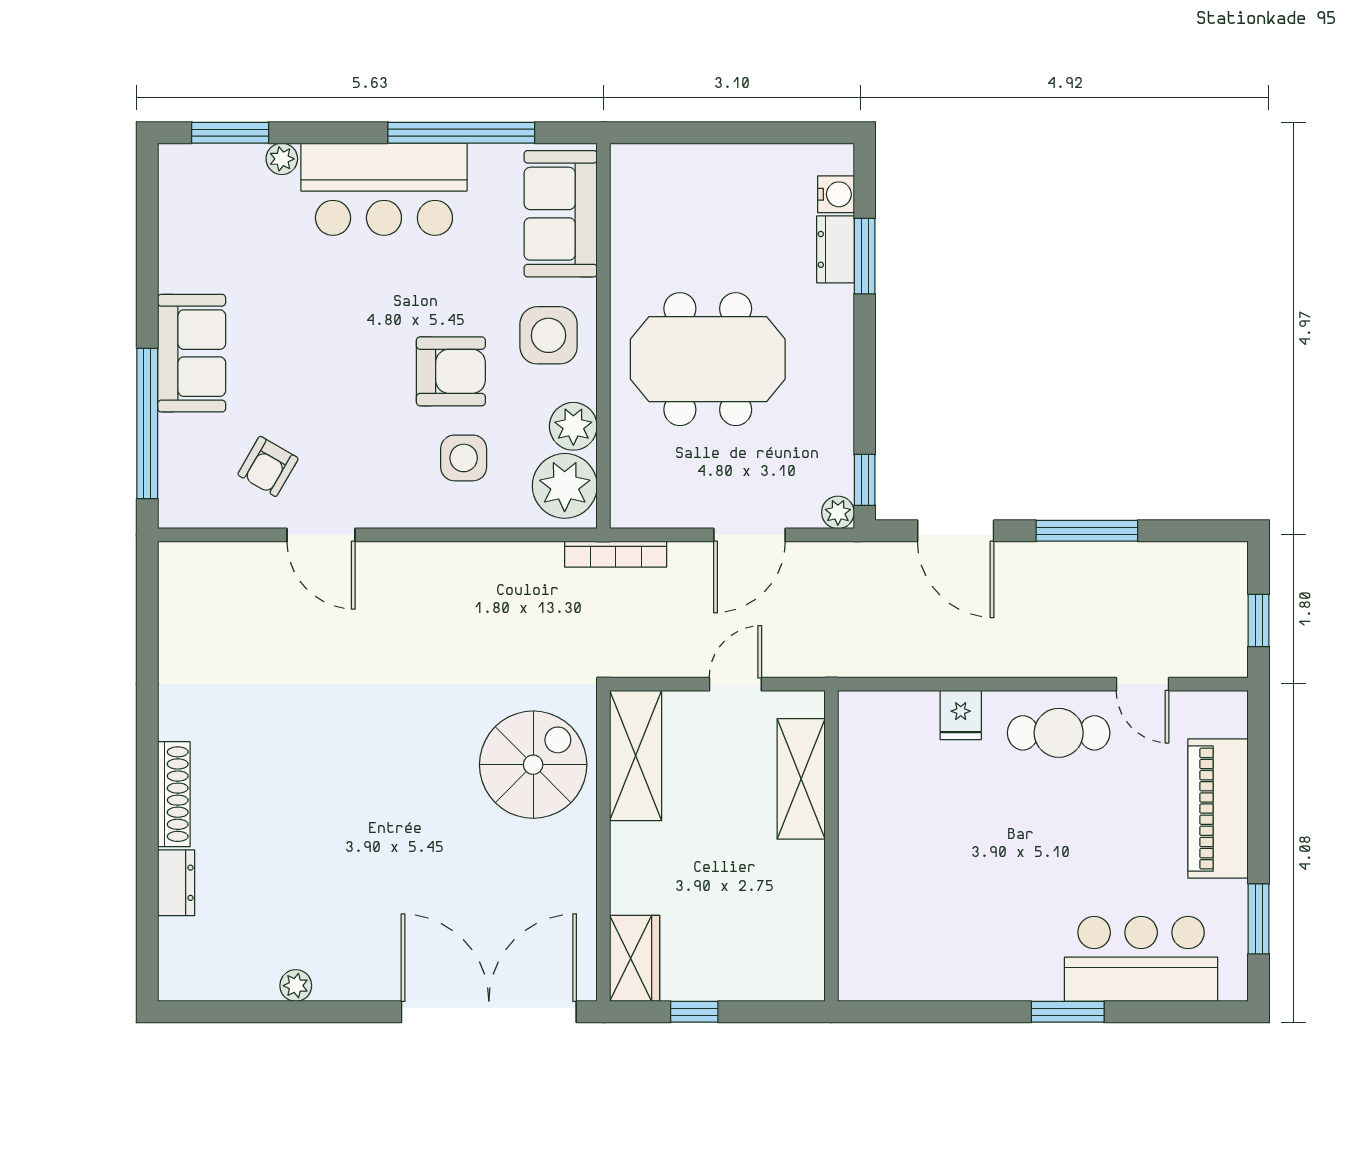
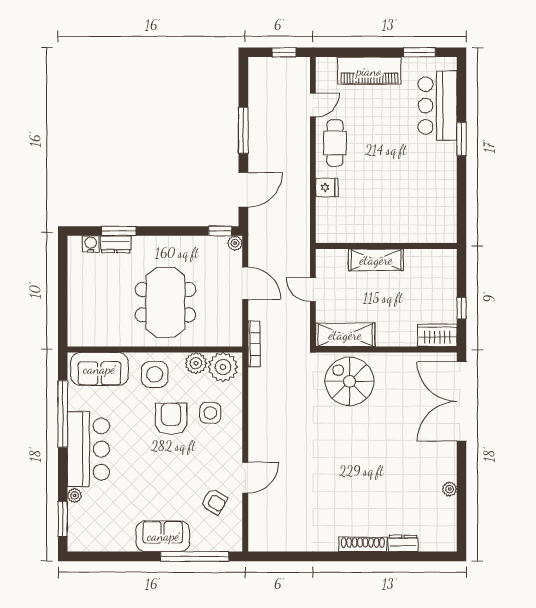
shelving: (801, 779) -> (376, 260), moved

